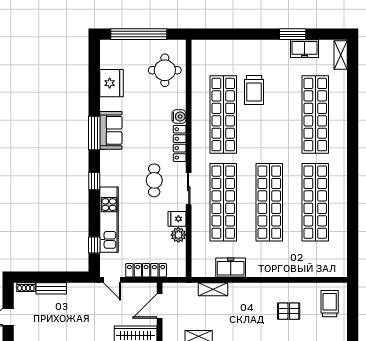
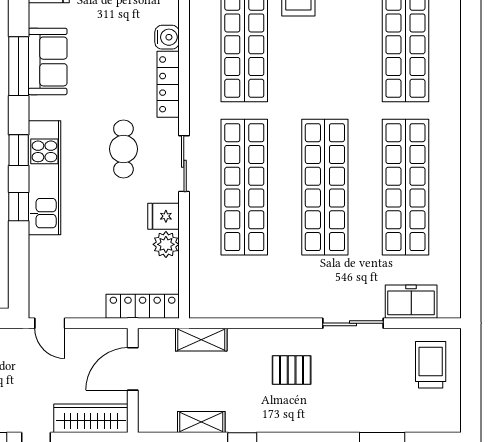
kitchen unit: (109, 220) -> (44, 178), moved
window: (94, 245) -> (19, 207), moved
freezer: (231, 268) -> (411, 302), moved
locker: (146, 270) -> (143, 306), moved
sliding door: (285, 280) -> (353, 323), added
shelving: (213, 289) -> (201, 340), moved
pallet: (289, 311) -> (292, 370), moved

